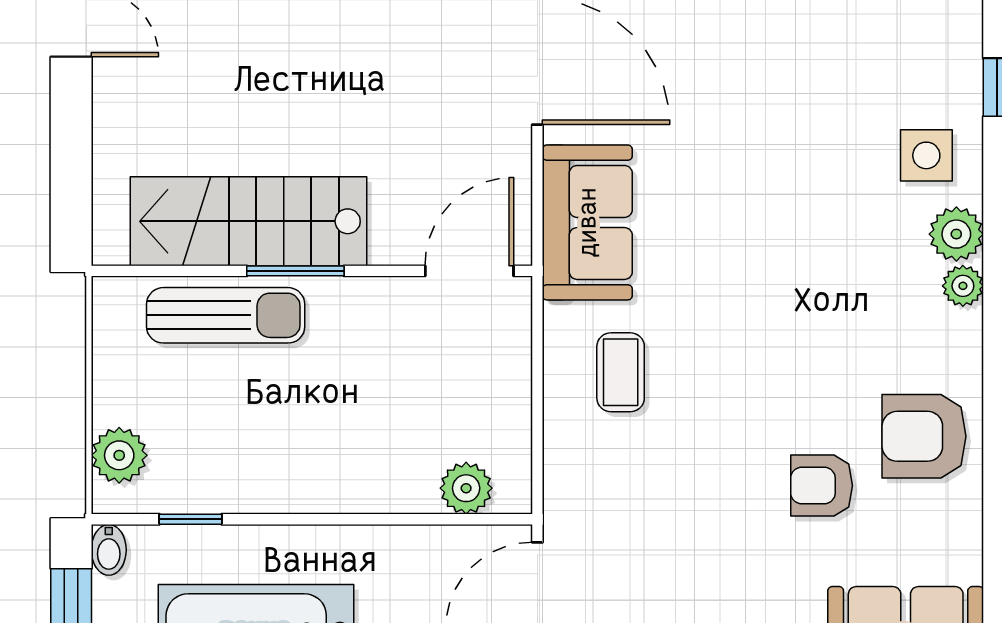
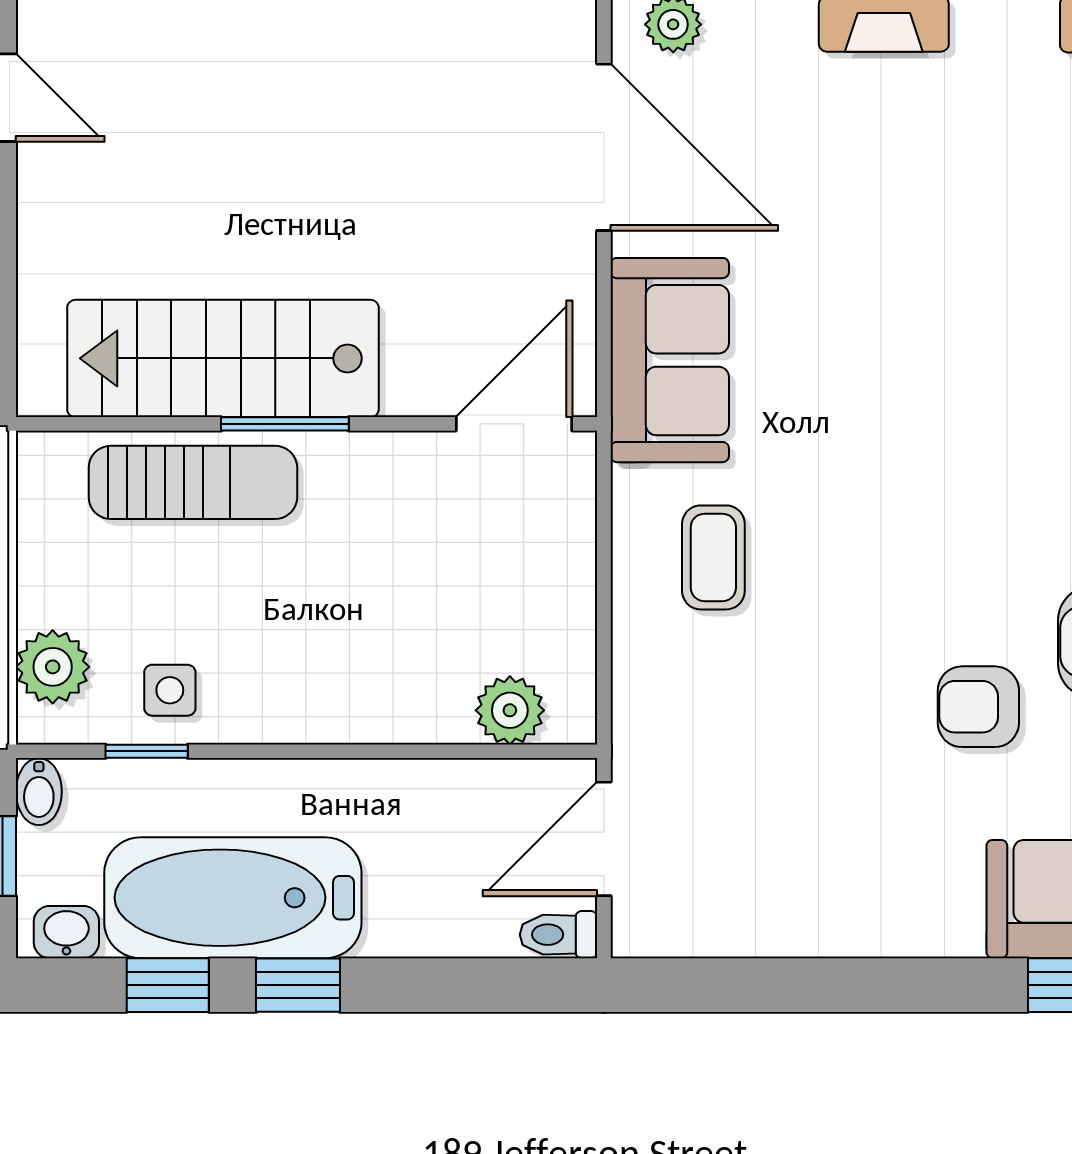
side table: (208, 473) -> (170, 690), added

